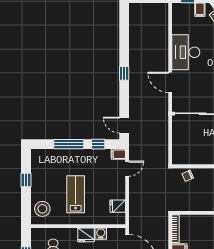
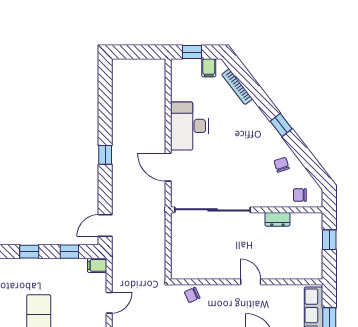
door: (124, 125) -> (105, 226), hinge flipped
window: (69, 144) -> (29, 252), width x0.46
door: (127, 169) -> (109, 303), moved

